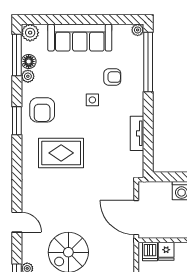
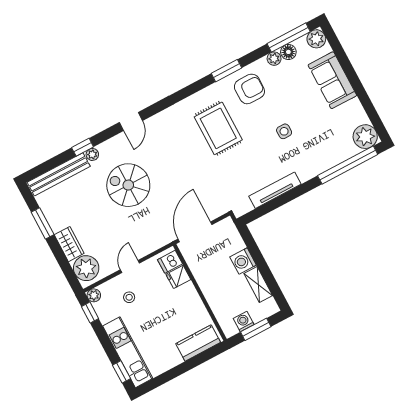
plant: (138, 30) -> (365, 137), width x1.87, depth x1.87
sofa: (80, 38) -> (332, 80), width x0.73
armchair: (112, 77) -> (316, 139), removed
armchair: (42, 110) -> (249, 89), turned 180
tv unit: (137, 133) -> (275, 190), width x1.41

